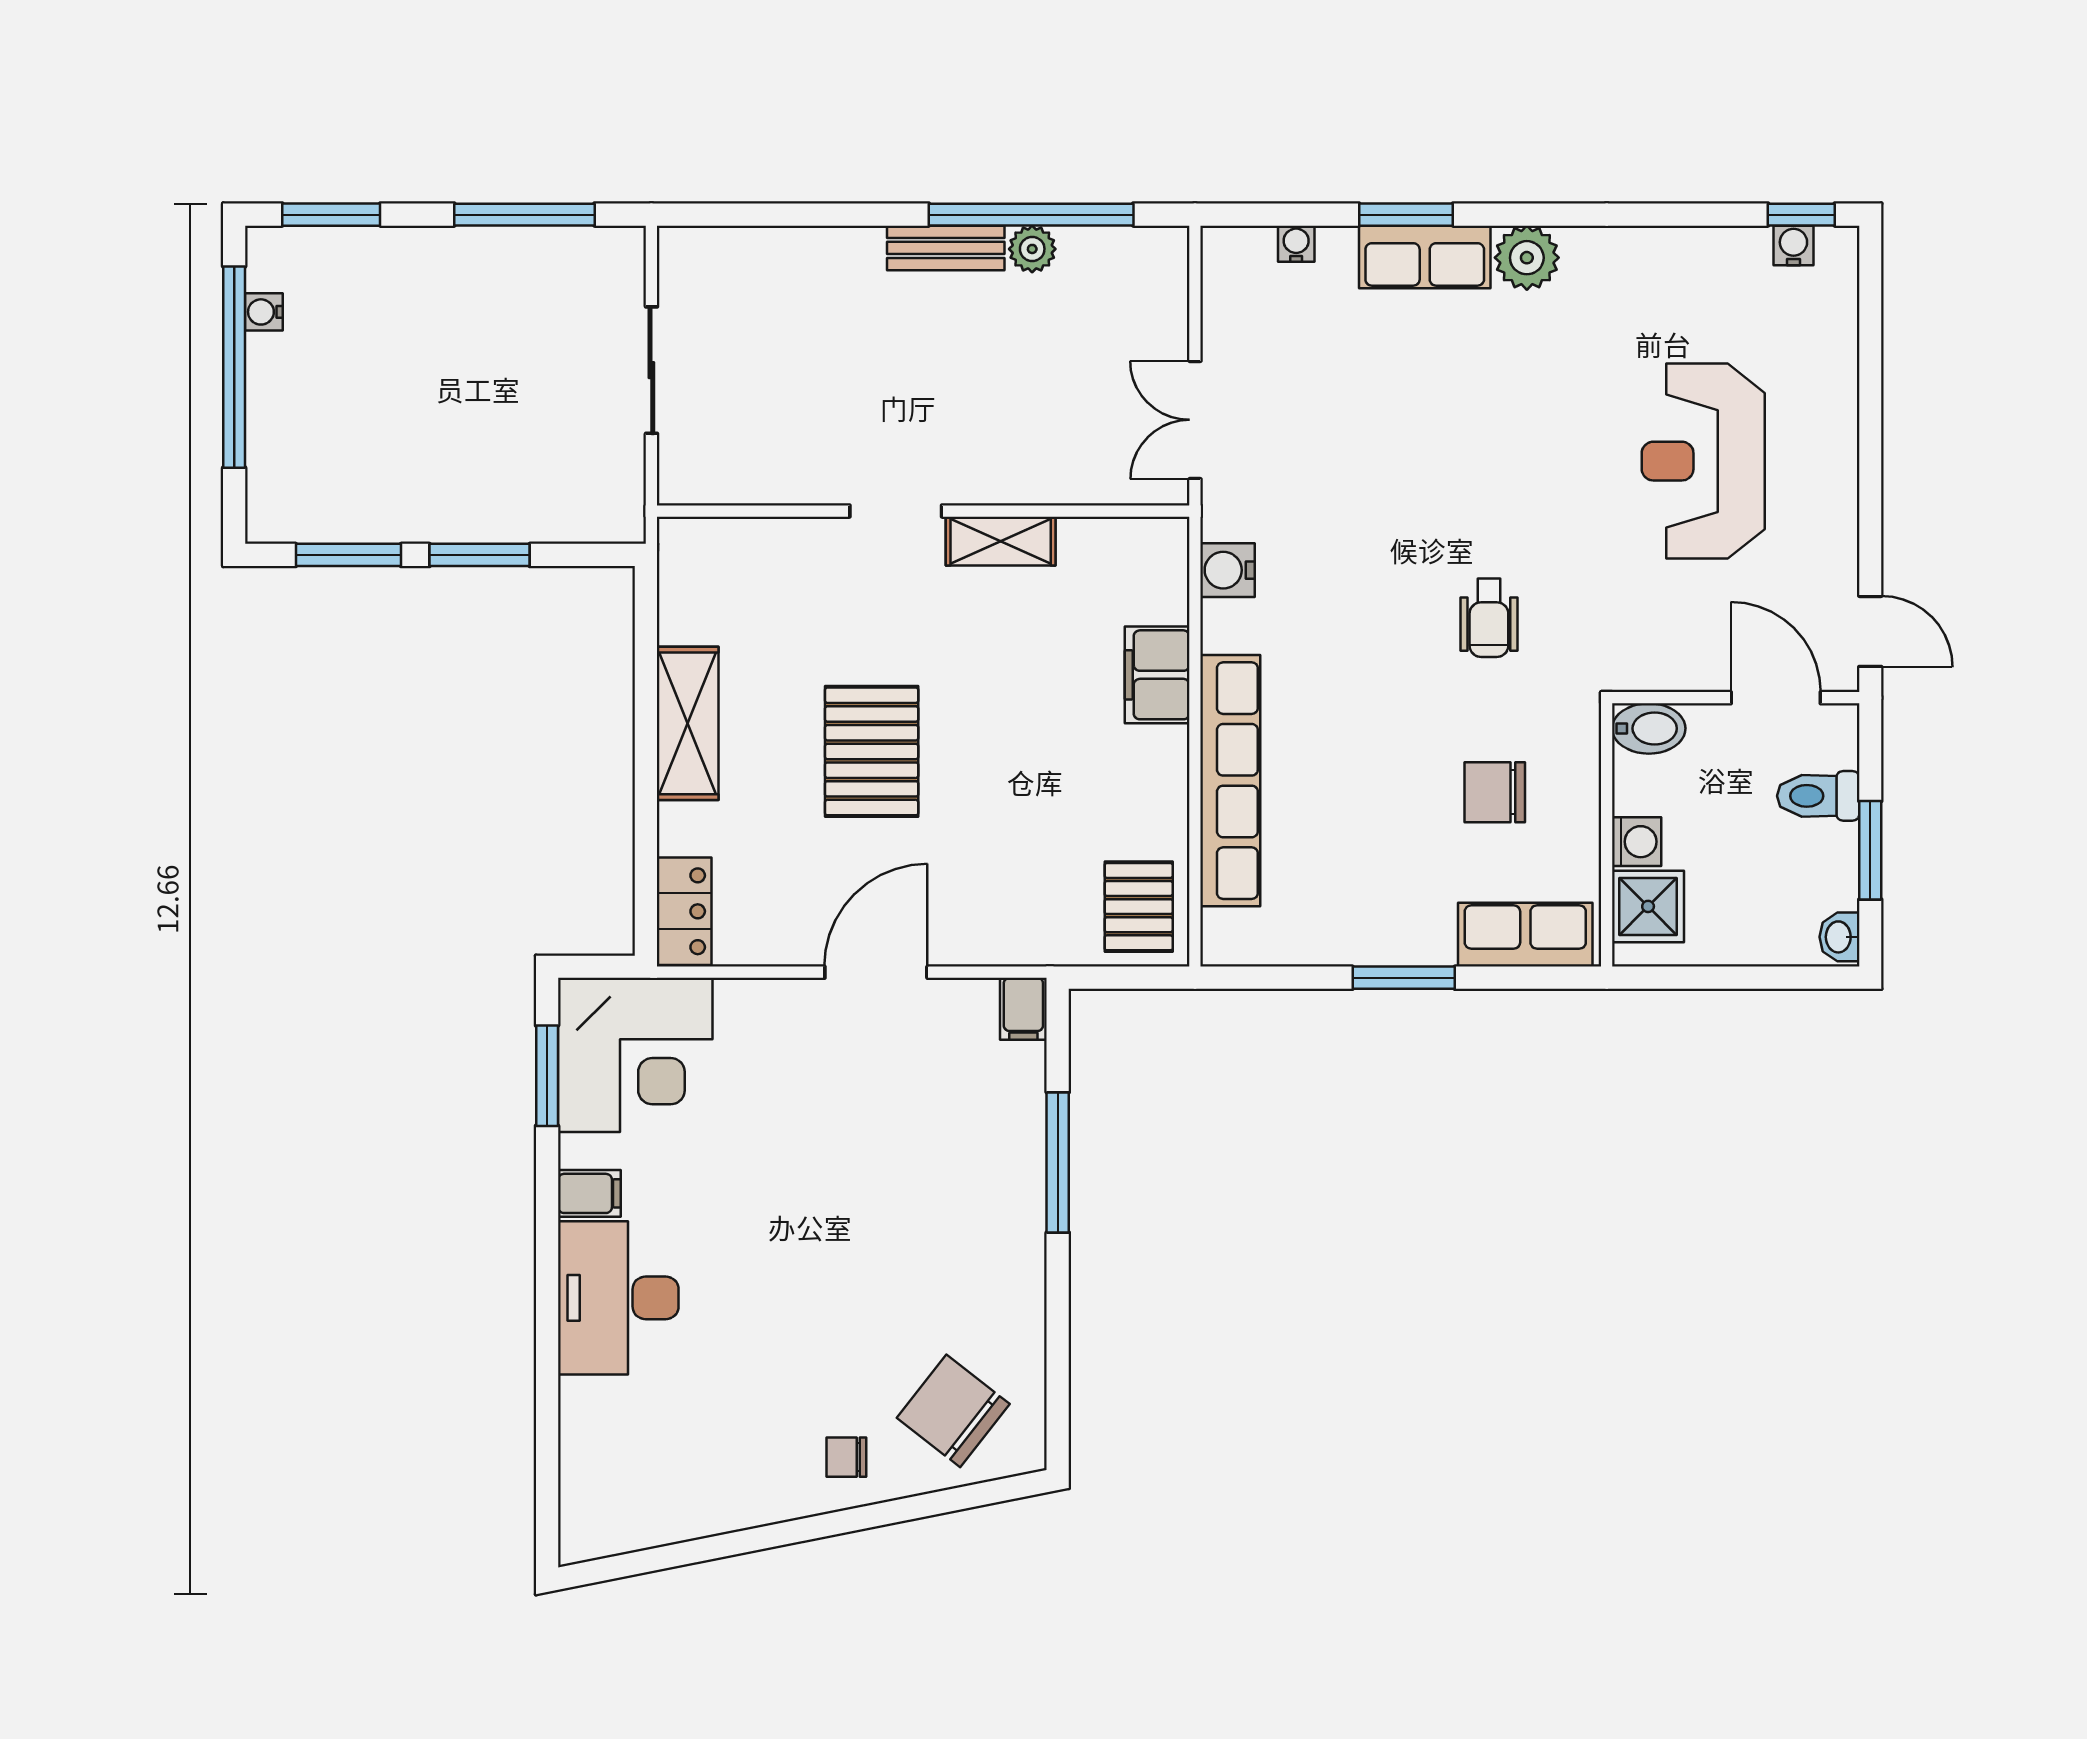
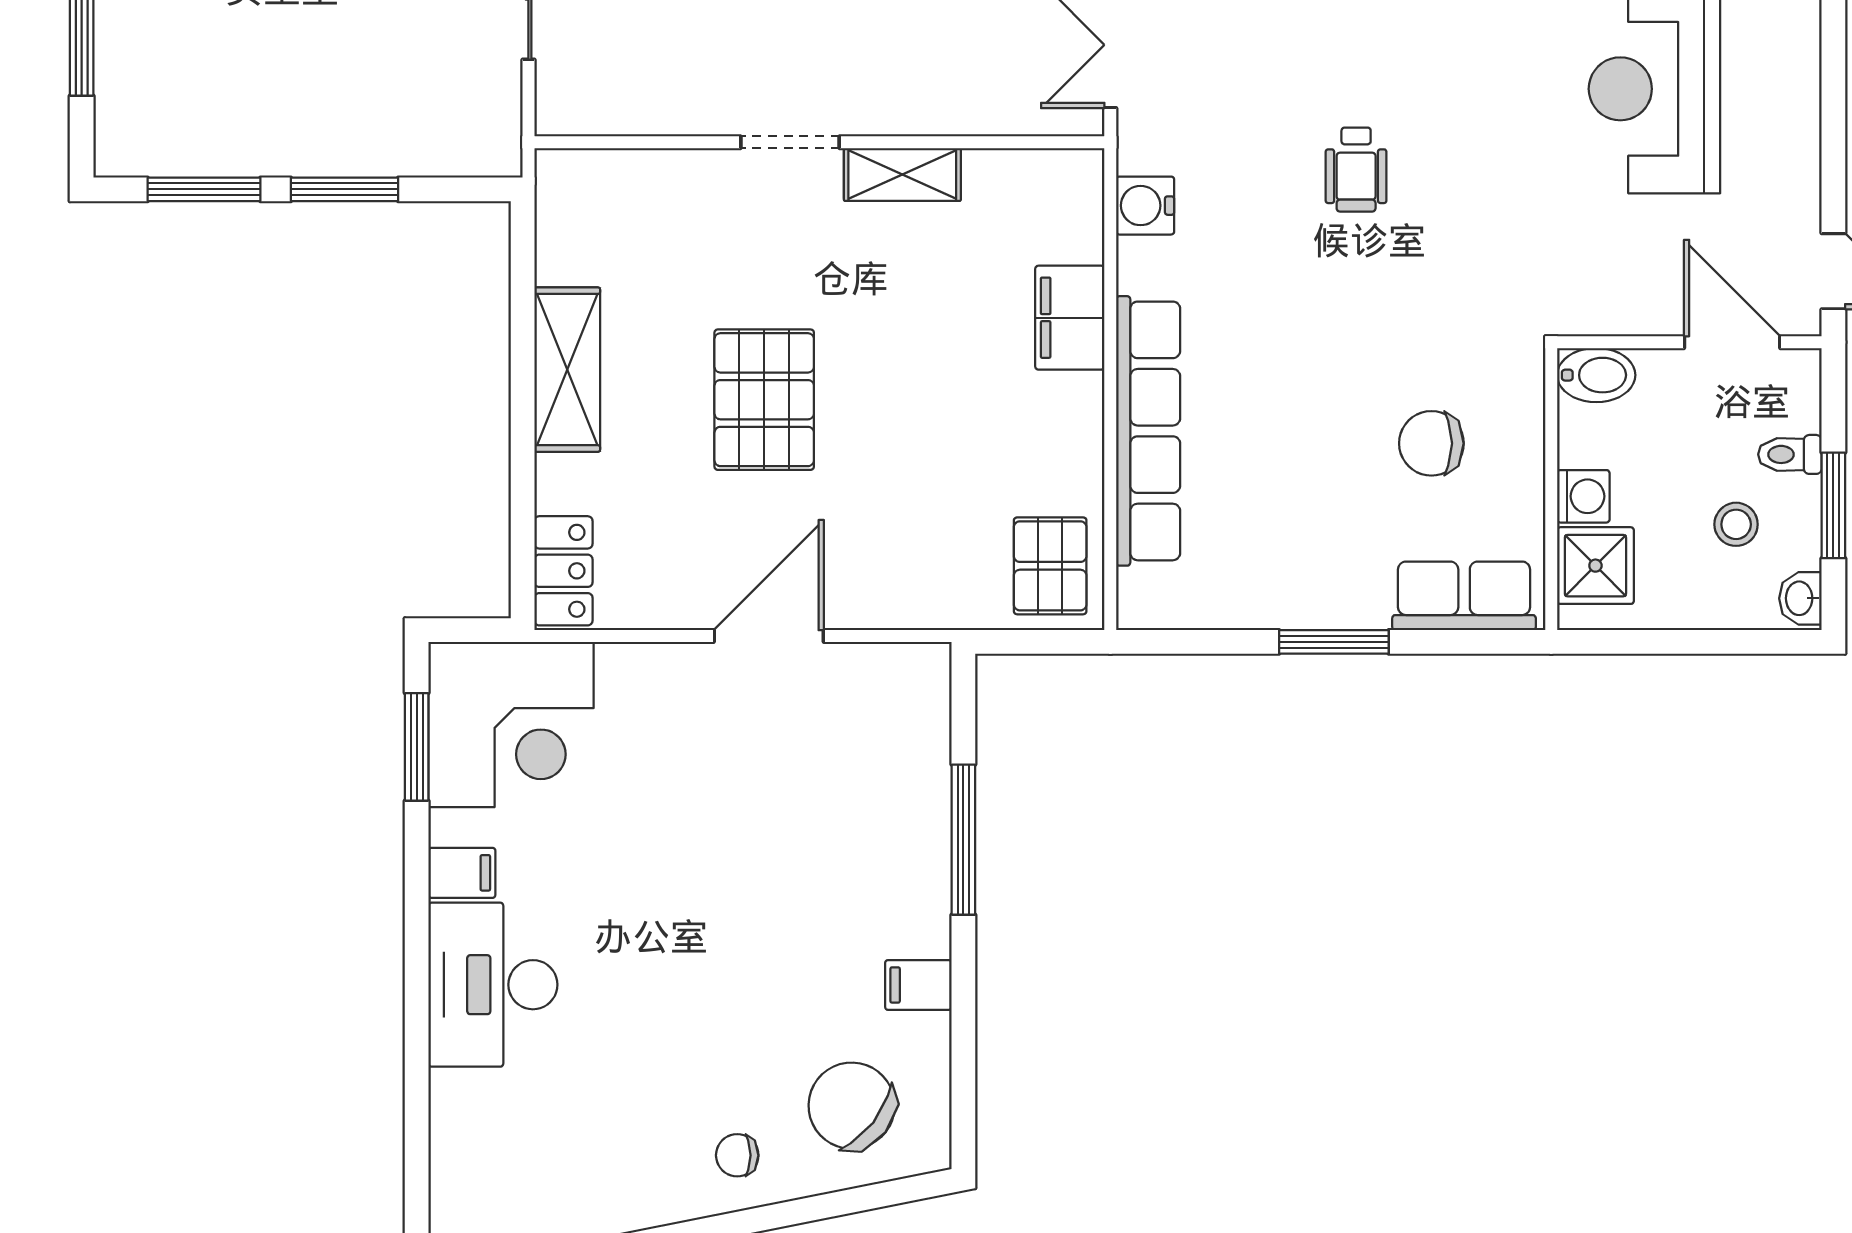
wheelchair: (1489, 618) -> (1356, 170), moved
toilet: (1818, 796) -> (1790, 454), width x0.73, depth x0.72
stool: (1779, 868) -> (1736, 524), added
filing cabinet: (1023, 1009) -> (918, 985), moved, turned 90

